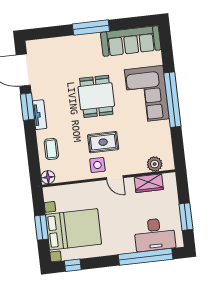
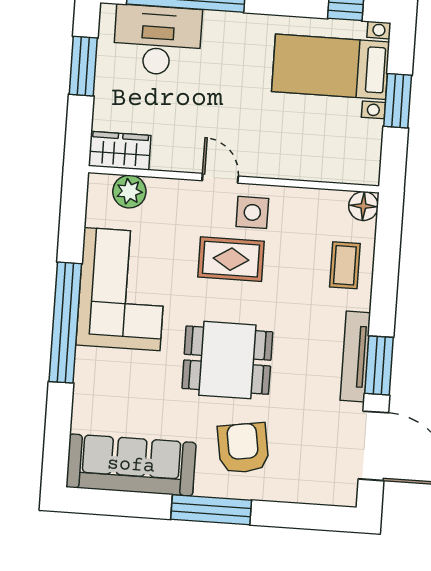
armchair: (82, 58) -> (243, 448), added
corner sofa: (147, 94) -> (122, 289), moved
dining table: (96, 96) -> (227, 360), turned 90
tv unit: (40, 115) -> (355, 356), width x1.41
wardrobe: (149, 183) -> (120, 151), moved
bed with nightstands: (74, 229) -> (331, 67), width x0.73

